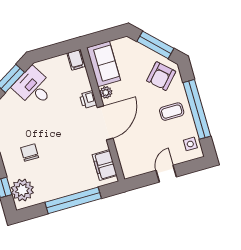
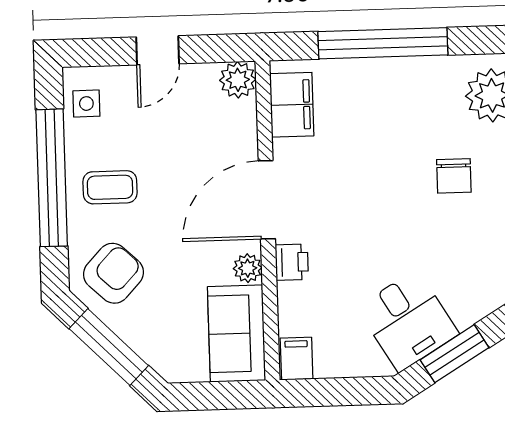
plant: (130, 170) -> (238, 80), added

